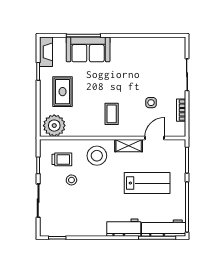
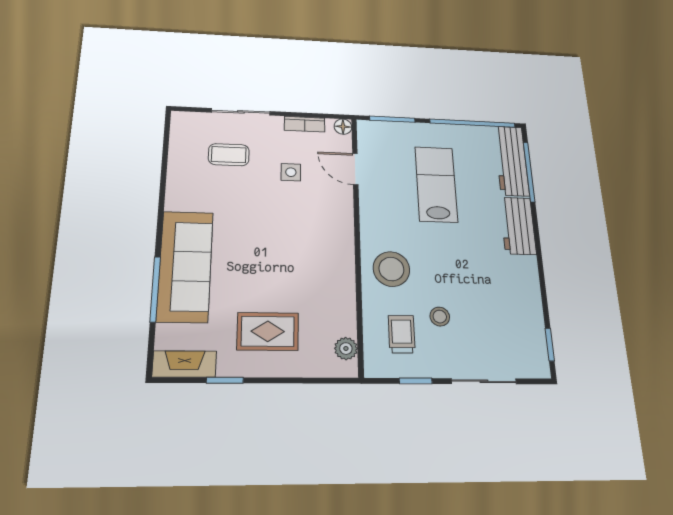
sofa: (88, 49) -> (185, 266), width x1.36
coffee table: (112, 114) -> (229, 155), moved
plant: (54, 126) -> (346, 348), width x0.53, depth x0.53
floor lamp: (181, 132) -> (343, 127), added
shelving: (129, 146) -> (371, 213), removed

